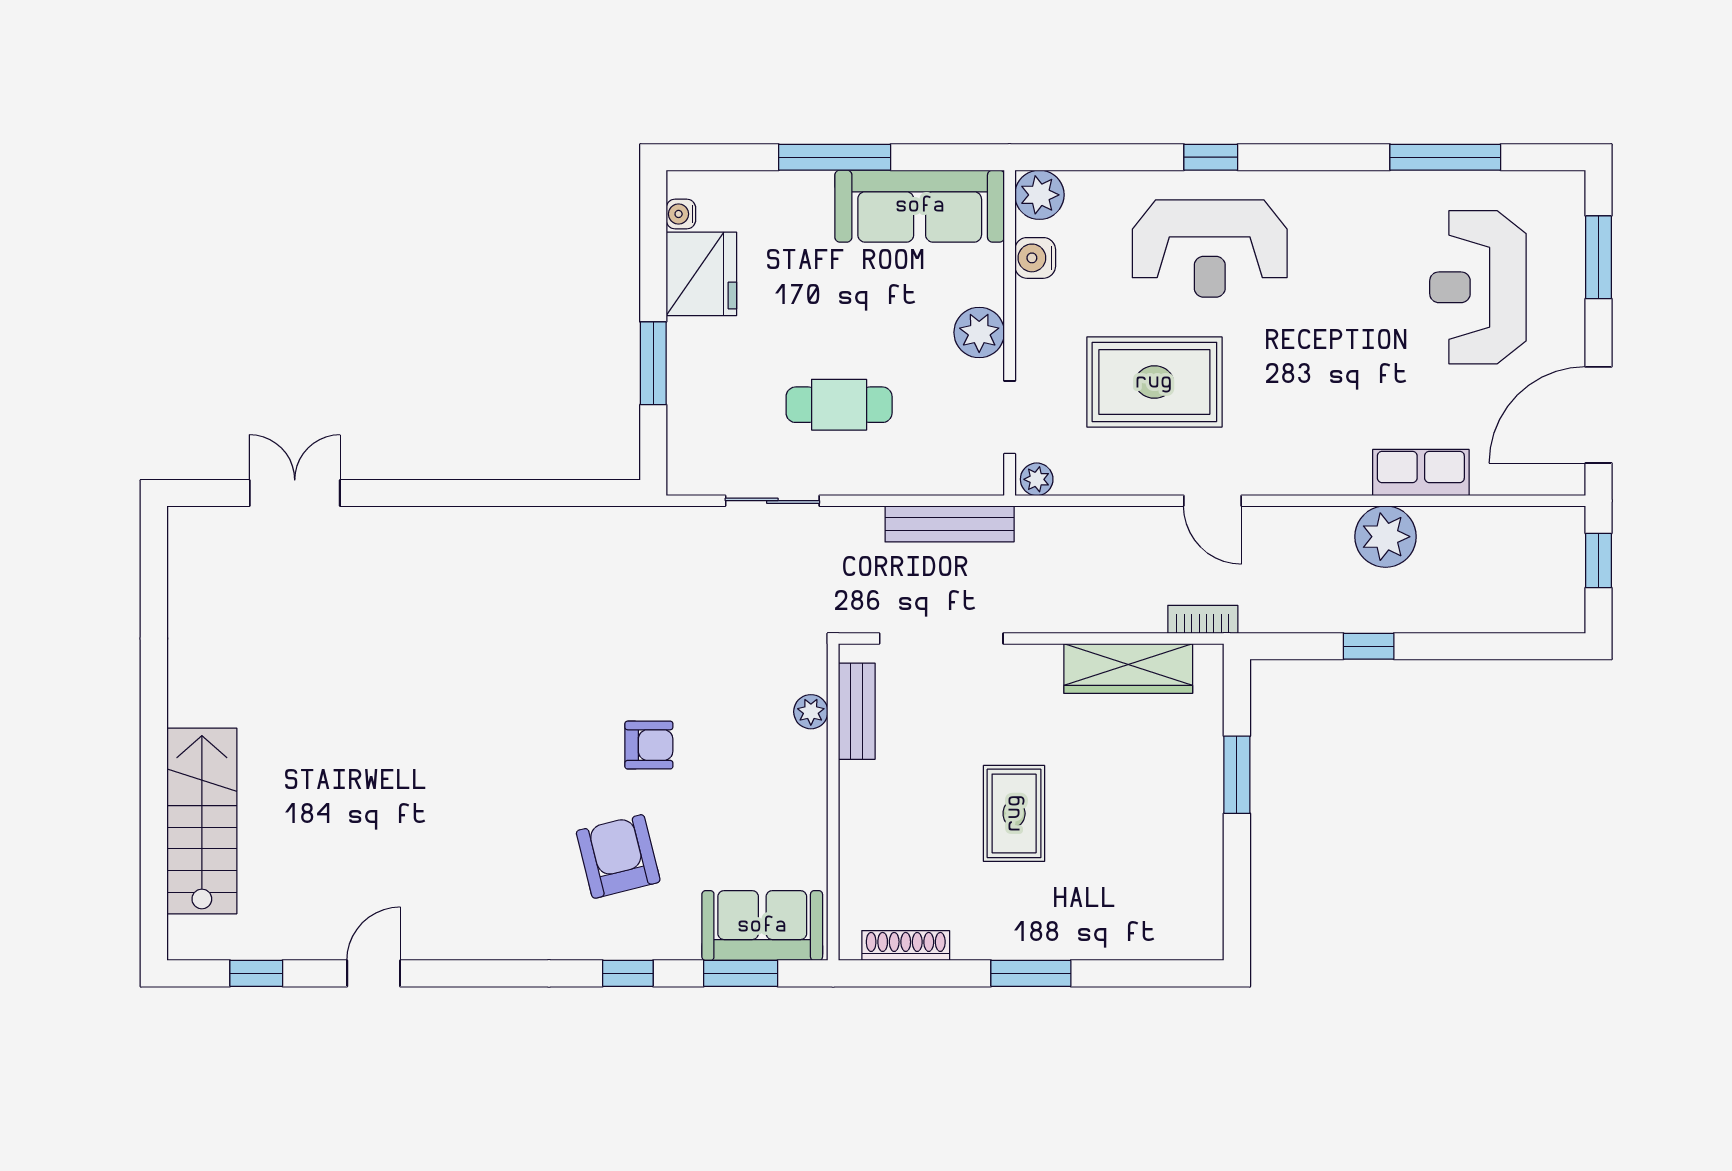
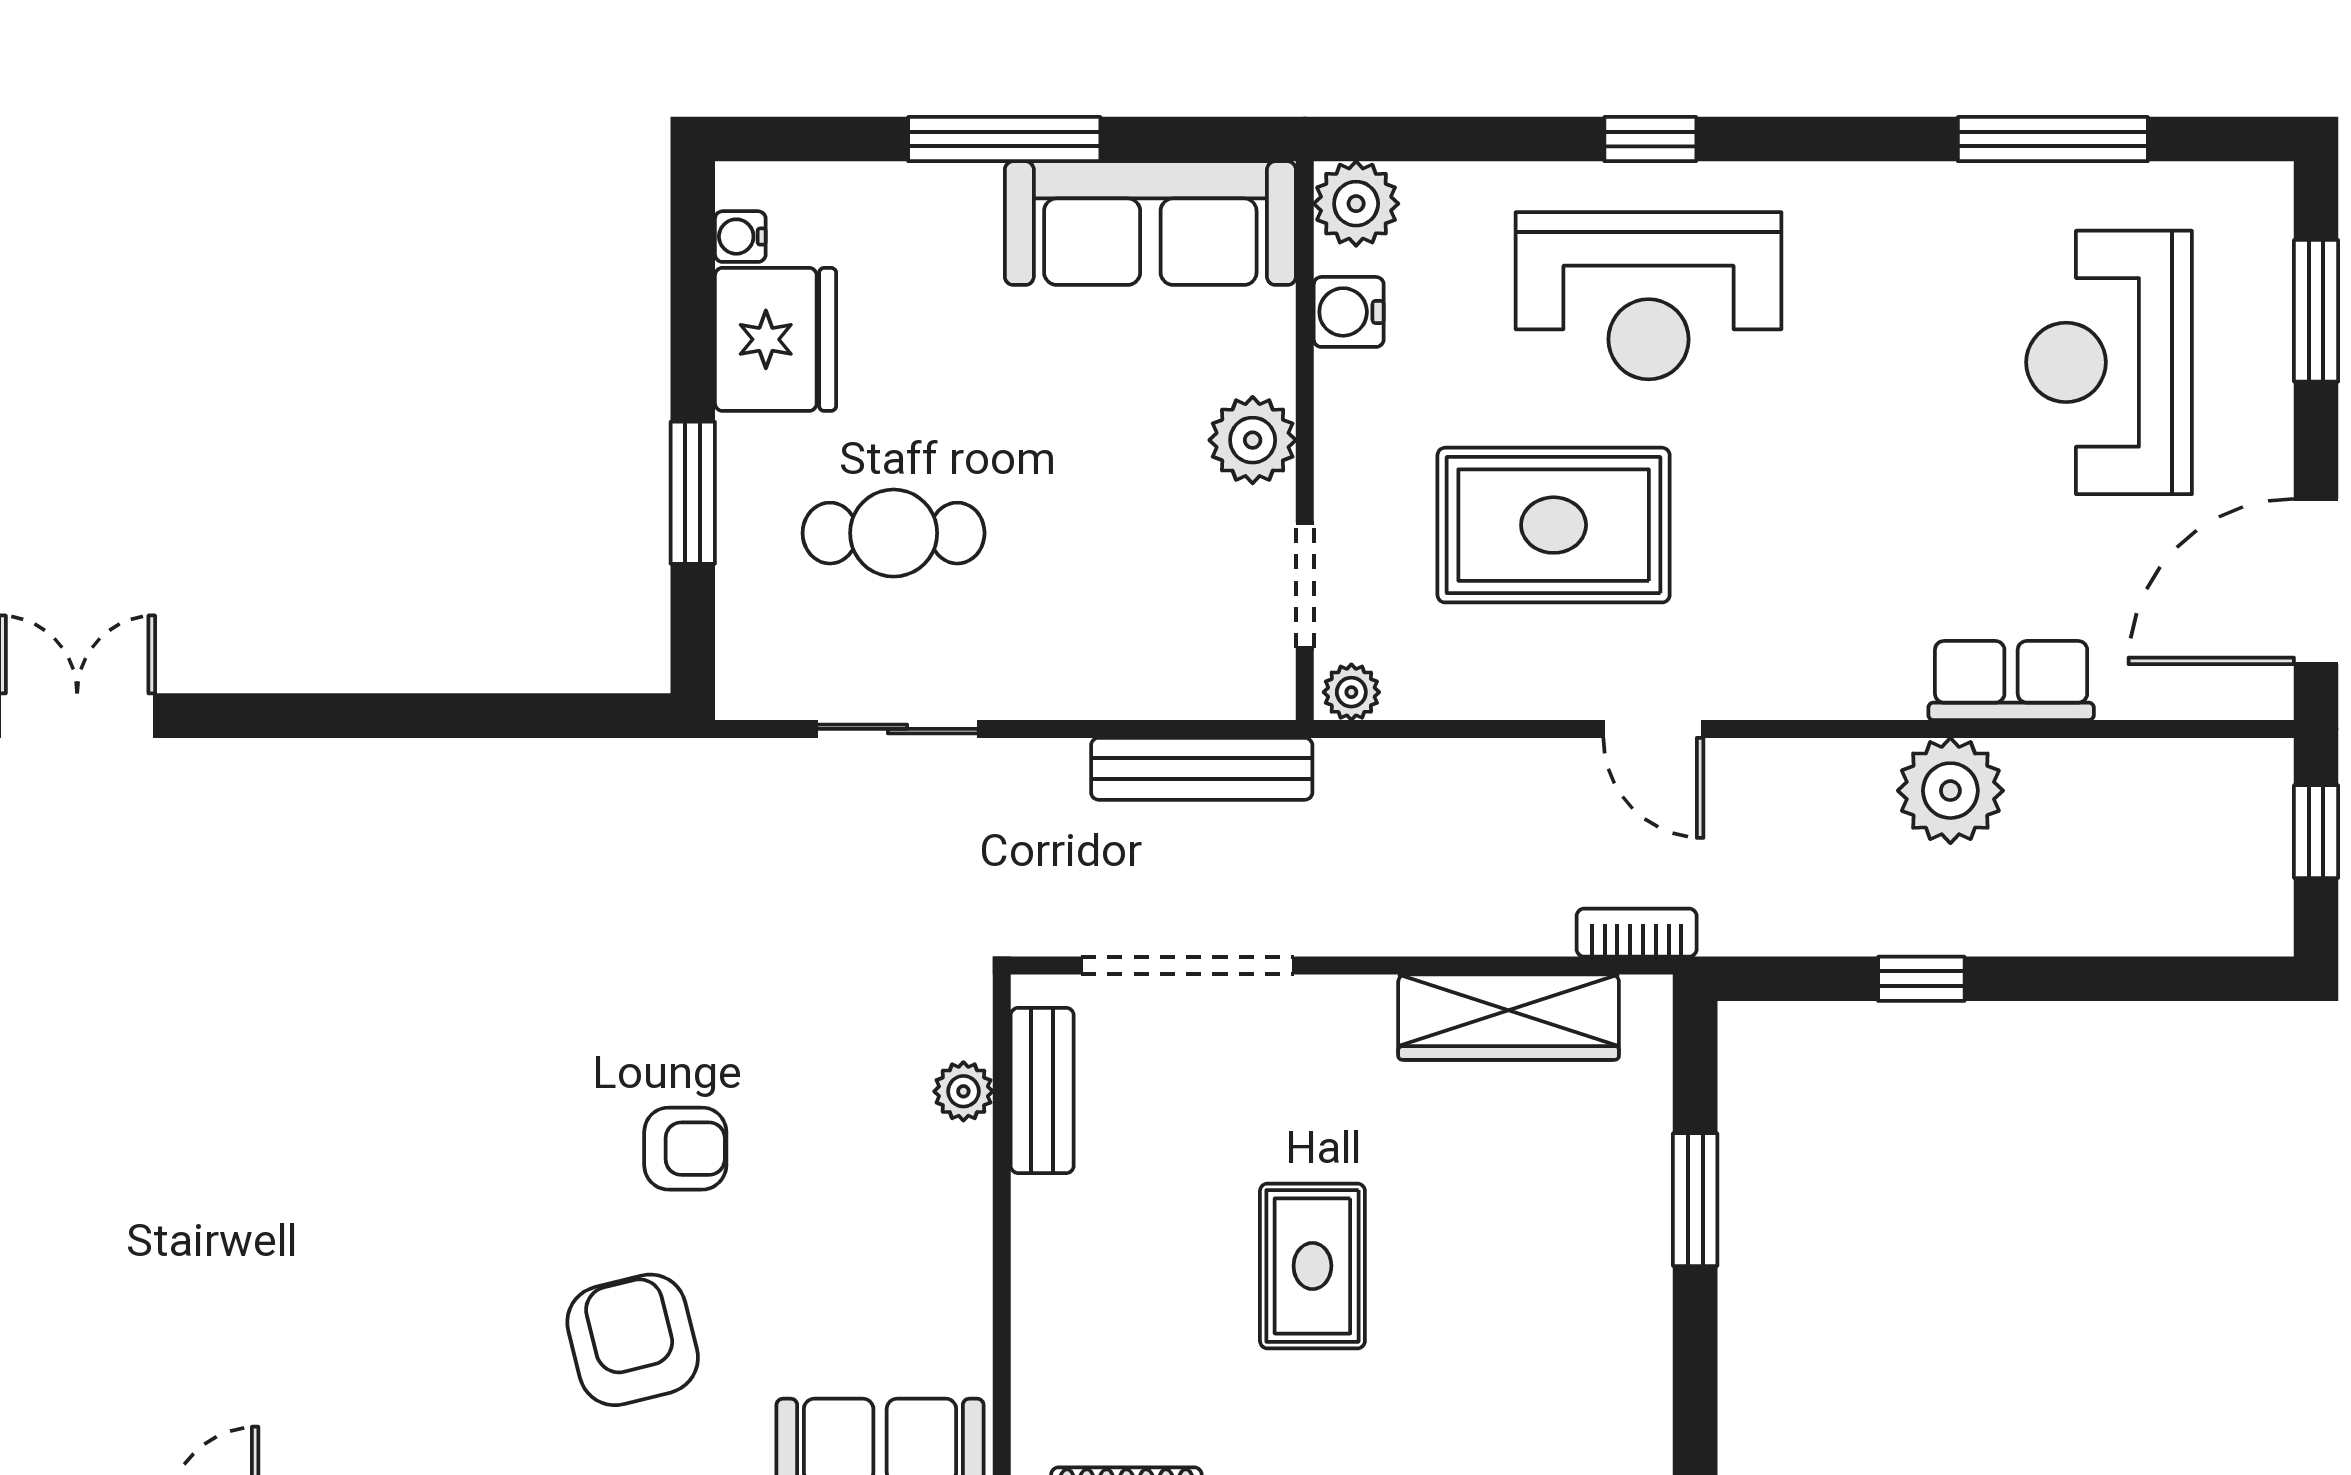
cafe table: (839, 405) -> (894, 533), moved

